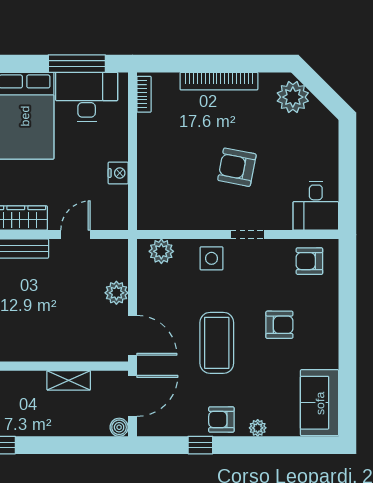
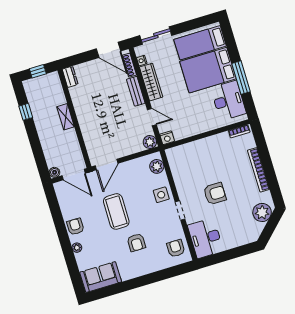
window: (77, 64) -> (241, 78), moved
armchair: (237, 167) -> (215, 194), turned 79
nightstand: (118, 173) -> (167, 138), moved
desk: (316, 206) -> (205, 238), width x1.37
plant: (116, 293) -> (150, 142), moved
coffee table: (217, 343) -> (116, 211), turned 90
shelving: (69, 380) -> (66, 117), moved
window: (200, 445) -> (58, 219), removed

